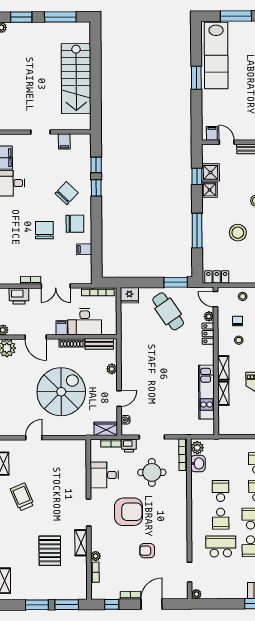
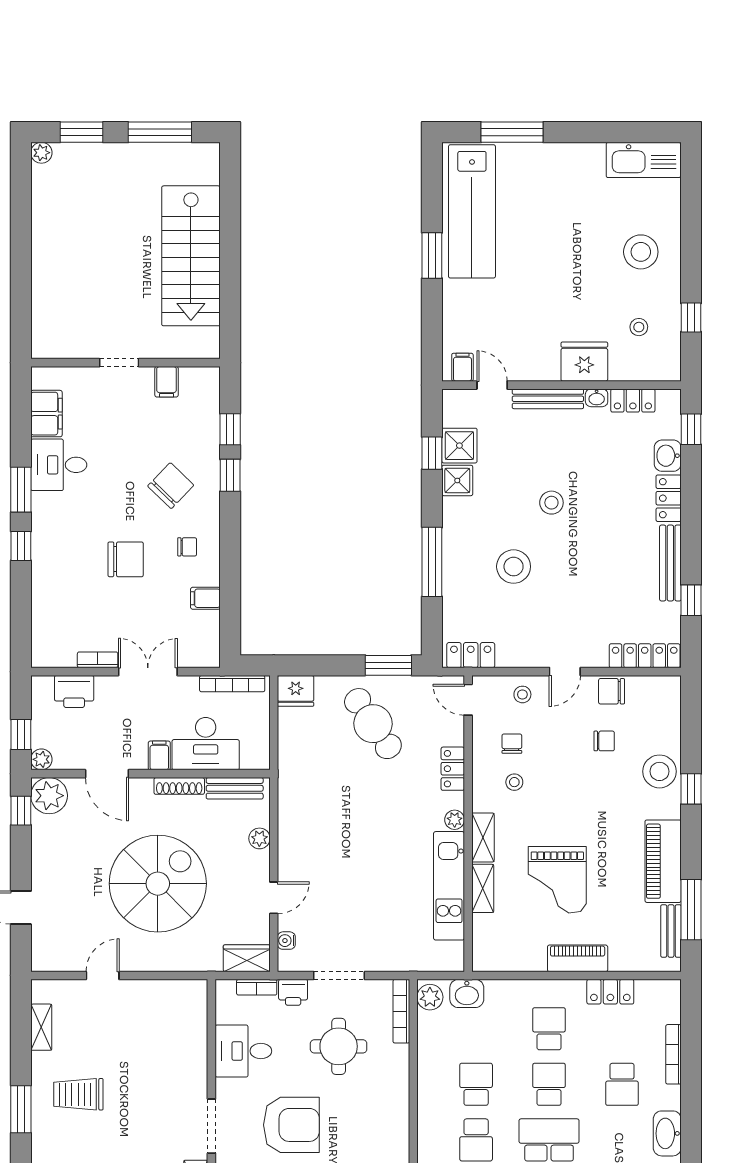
chair: (75, 224) -> (187, 547), width x0.54, depth x0.54
chair: (44, 230) -> (126, 559), turned 90
double door: (56, 286) -> (148, 672), swing flipped
plant: (209, 316) -> (455, 820), moved
washbasin: (198, 463) -> (467, 993), moved, turned 90
trolley: (22, 497) -> (78, 1094), turned -67

